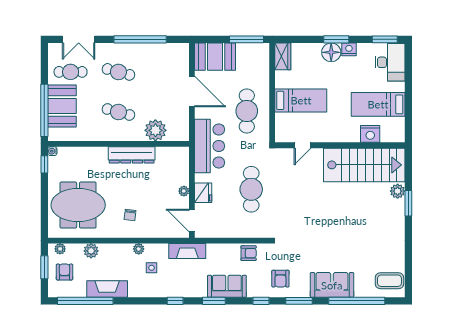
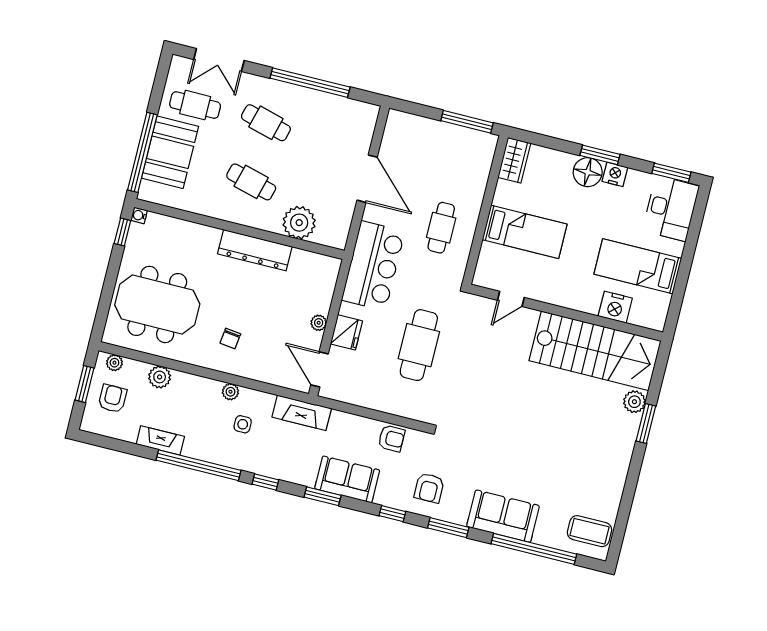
booth: (215, 57) -> (414, 136), removed
cafe table: (247, 111) -> (441, 228), width x0.73, depth x0.74
fireplace: (107, 289) -> (160, 440), width x0.73, depth x0.76
window: (85, 301) -> (198, 465), moved

